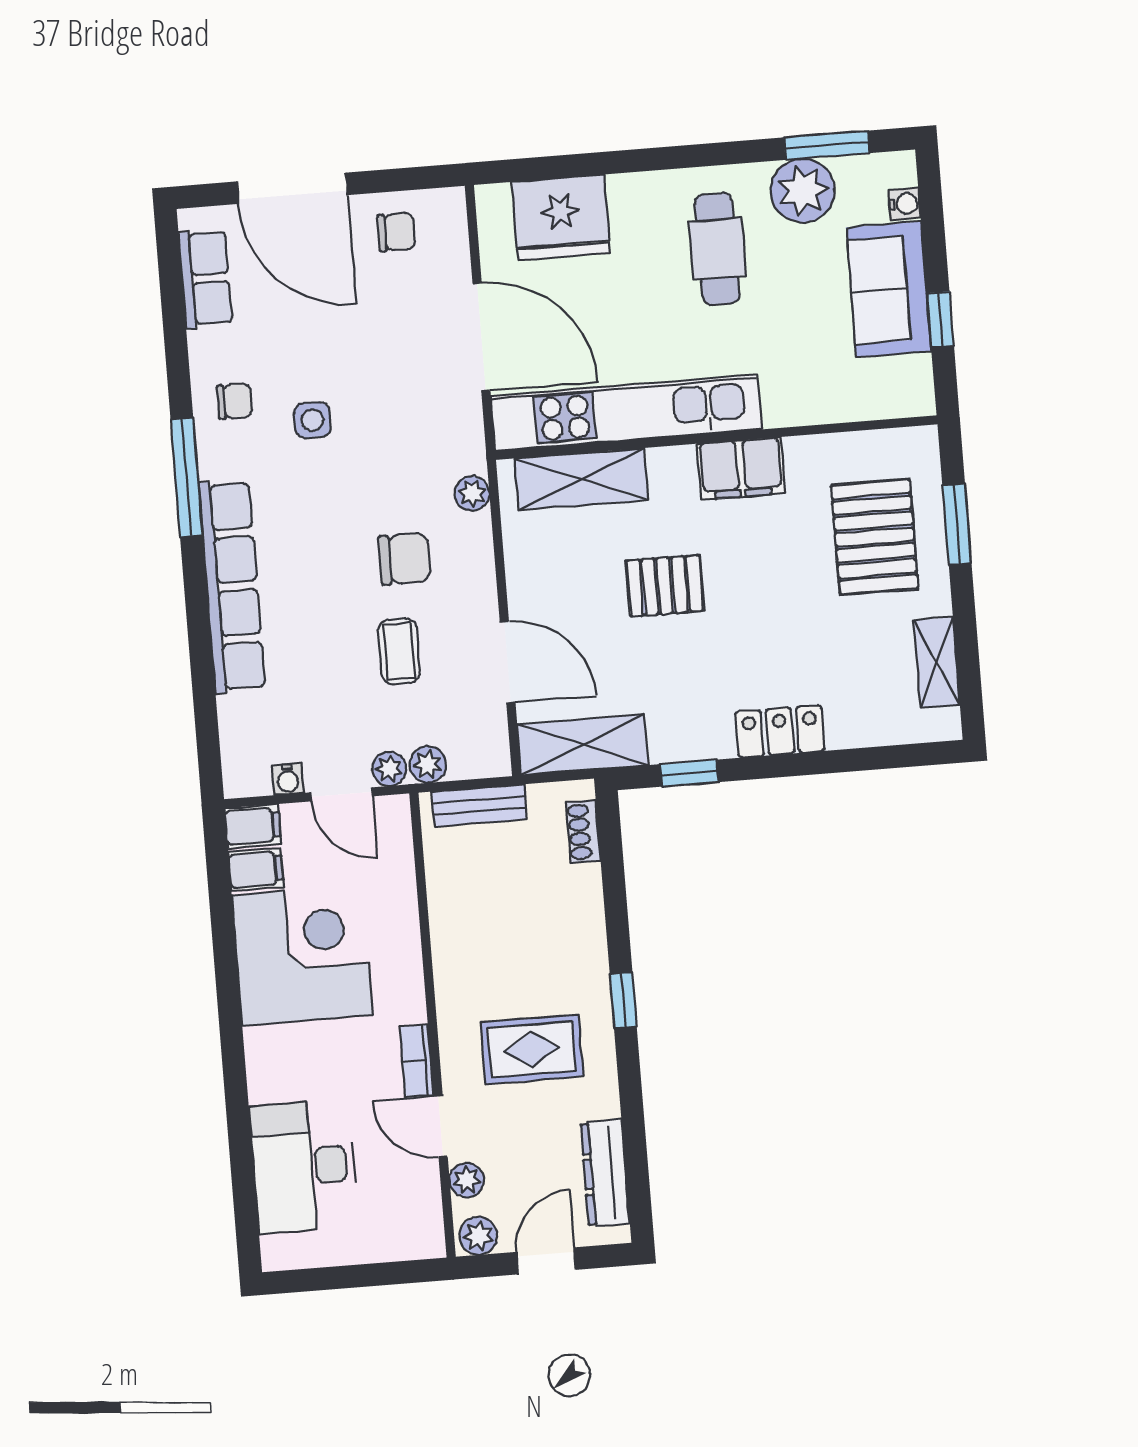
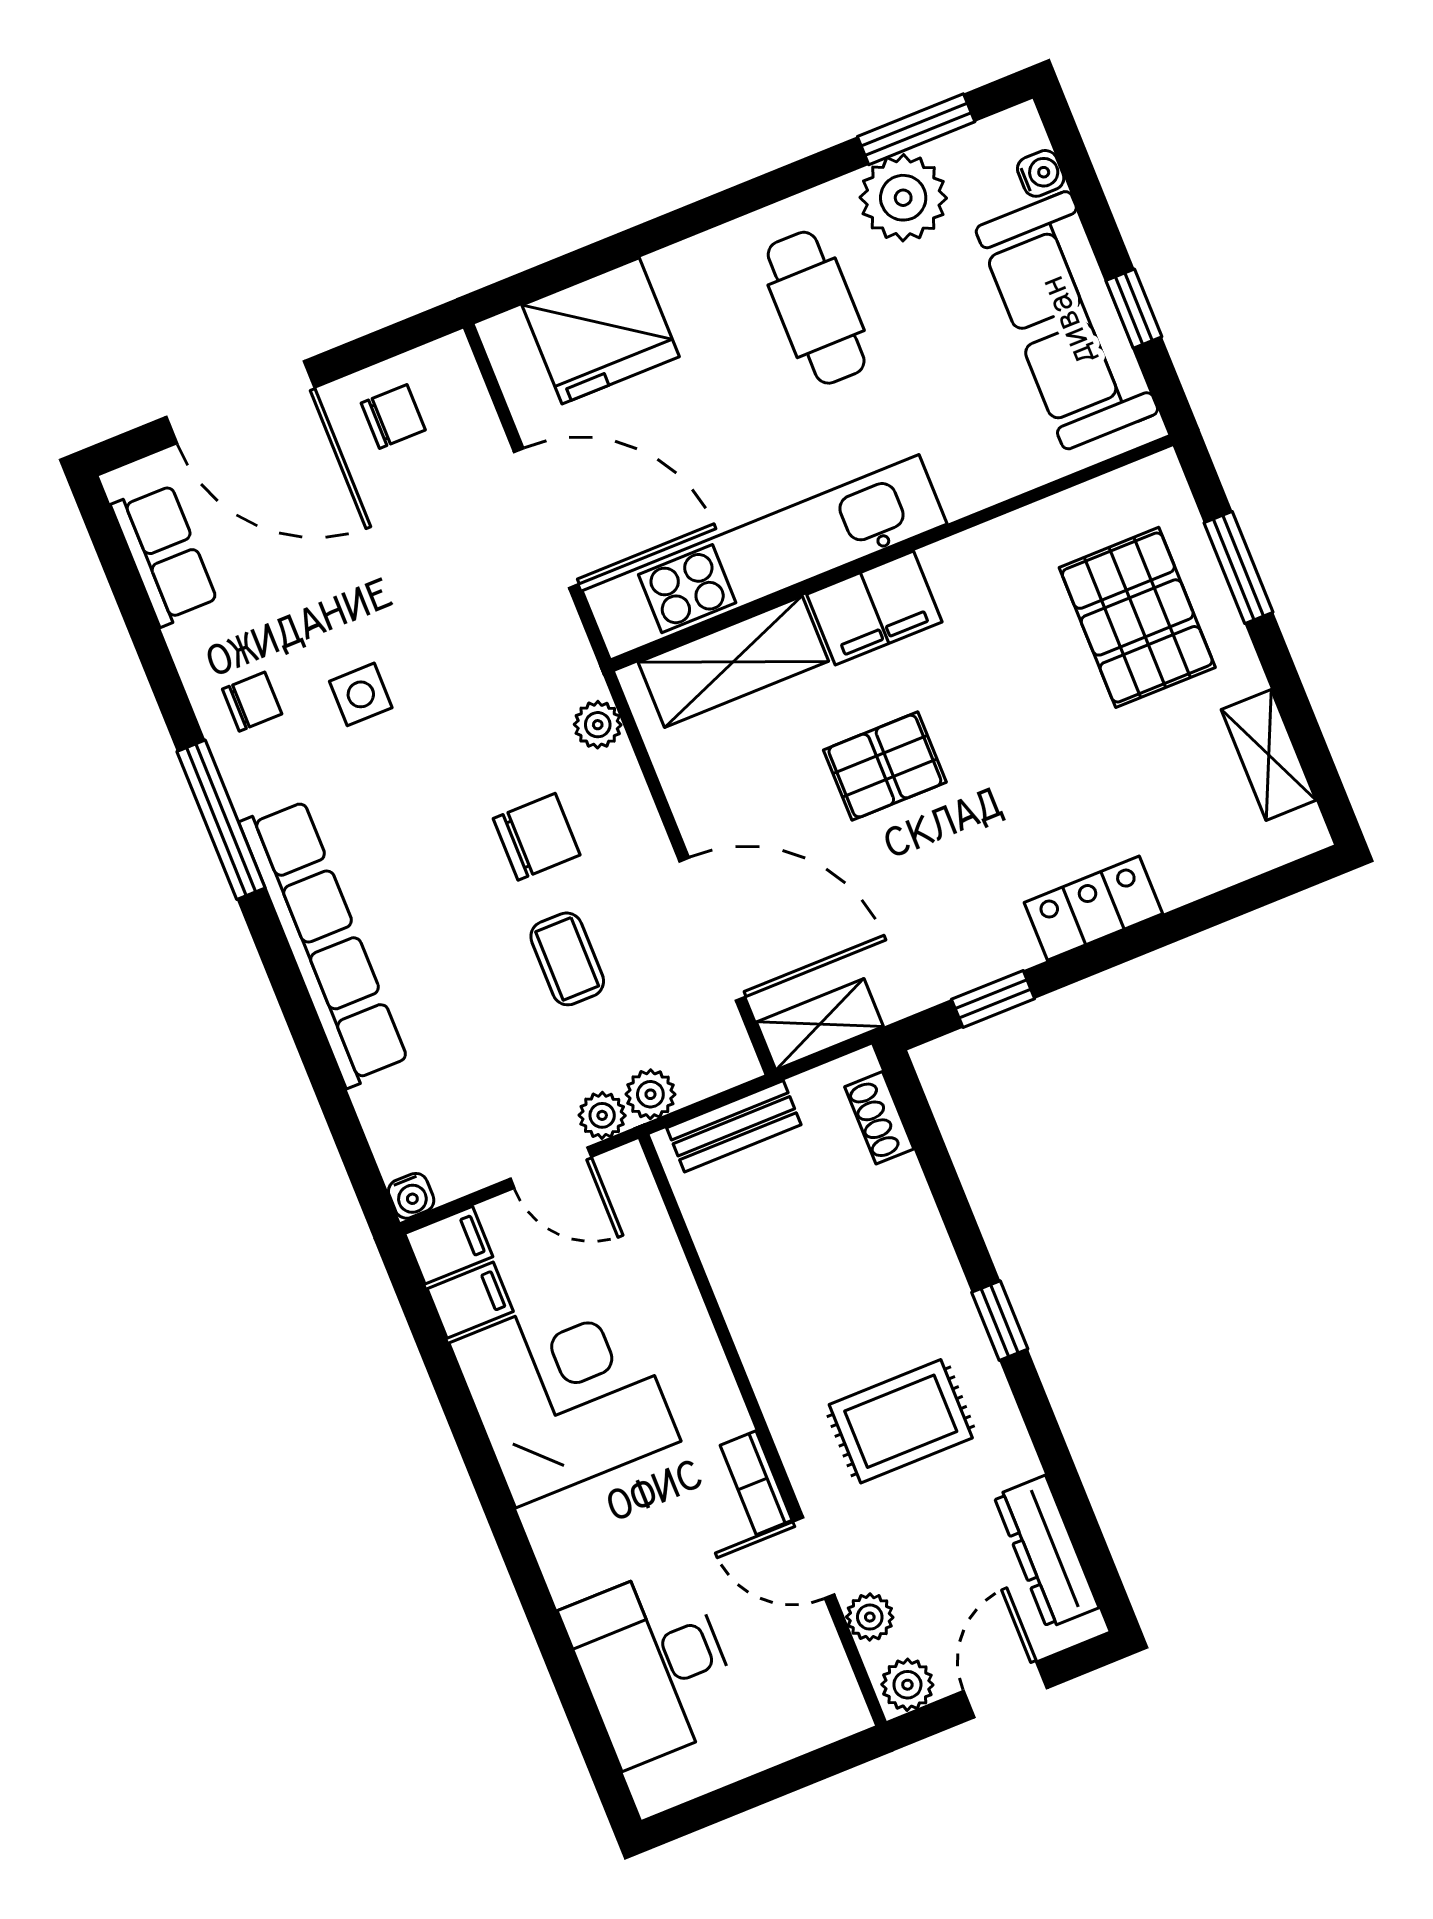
sofa: (889, 289) -> (1067, 320), width x1.36
filing cabinet: (741, 469) -> (874, 608), moved
door: (508, 662) -> (712, 929), width x1.36
shelving: (583, 745) -> (820, 1024), width x0.67, depth x0.75
water cooler: (288, 779) -> (411, 1196), moved

